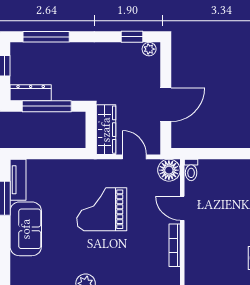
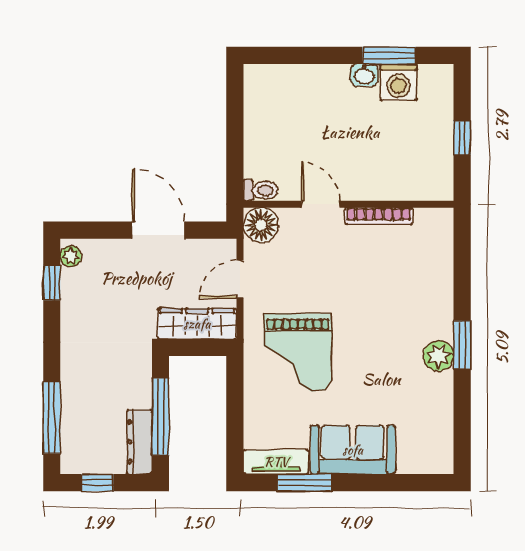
door: (182, 208) -> (321, 204), swing flipped
grand piano: (102, 209) -> (298, 352), moved

